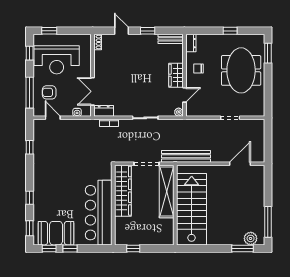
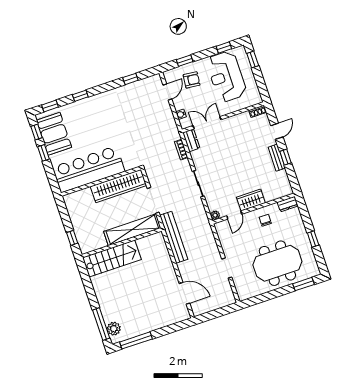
bench: (170, 39) -> (277, 158), moved
armchair: (49, 92) -> (192, 80), turned 96
window: (30, 93) -> (185, 61), width x0.46
door: (184, 95) -> (234, 215), hinge flipped
stairs: (192, 209) -> (112, 259), width x0.73, depth x0.66
window: (133, 248) -> (72, 238), moved
window: (243, 248) -> (101, 324), width x1.44

